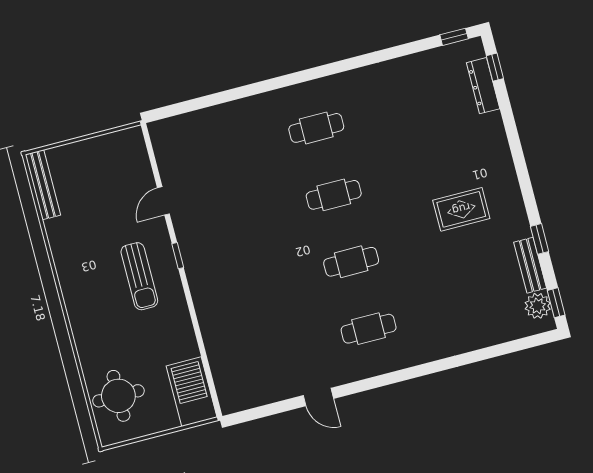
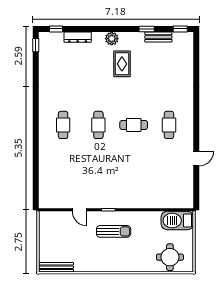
dresser: (483, 86) -> (78, 37), moved
cafe table: (351, 262) -> (134, 125), turned 90
plant: (538, 306) -> (112, 39), moved

